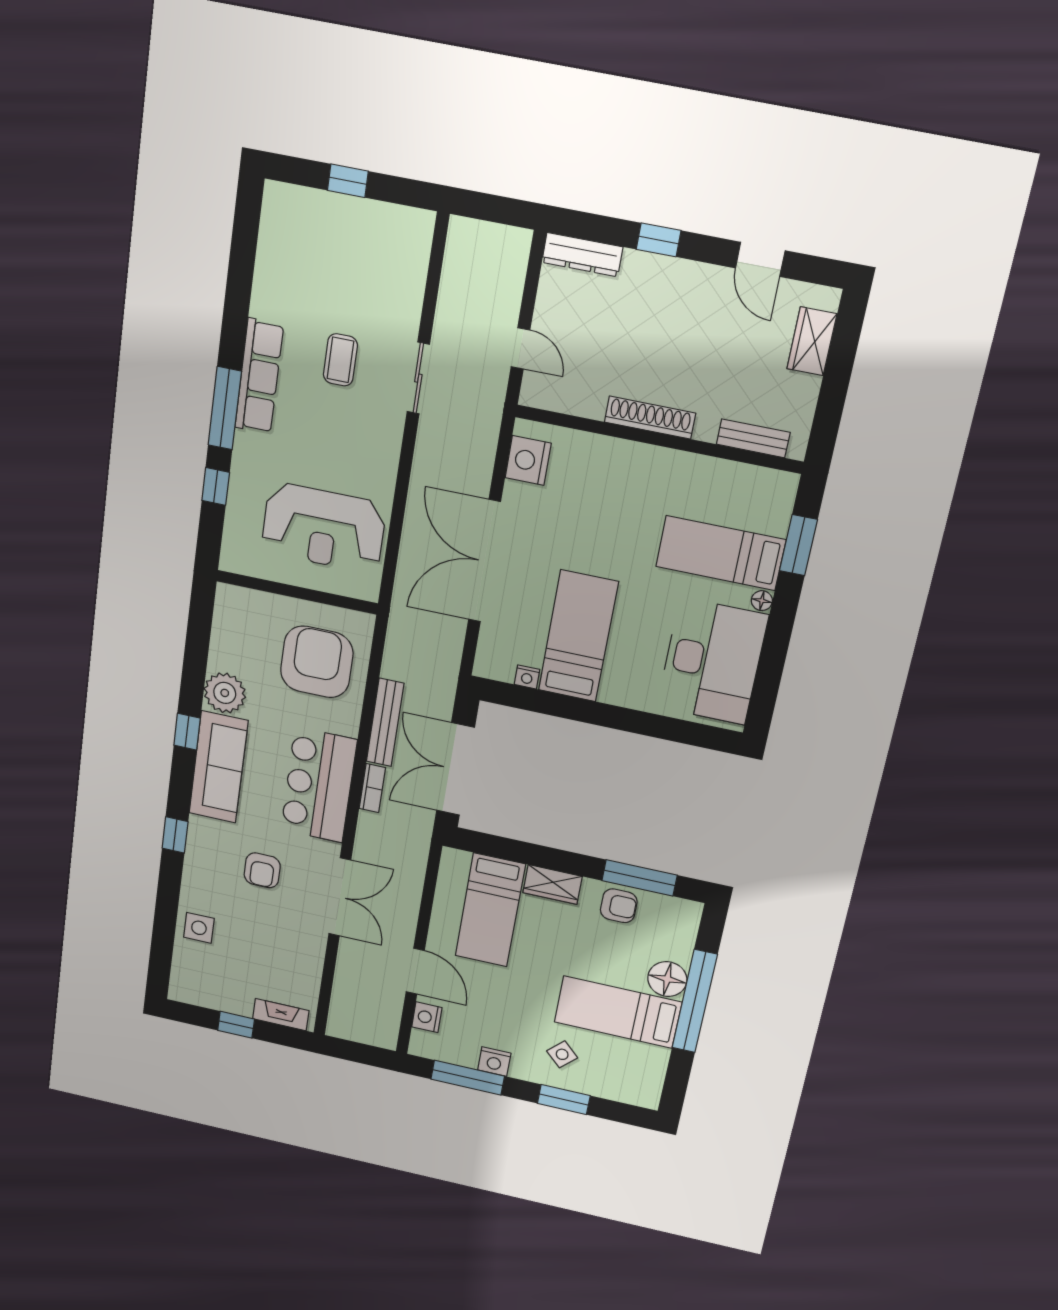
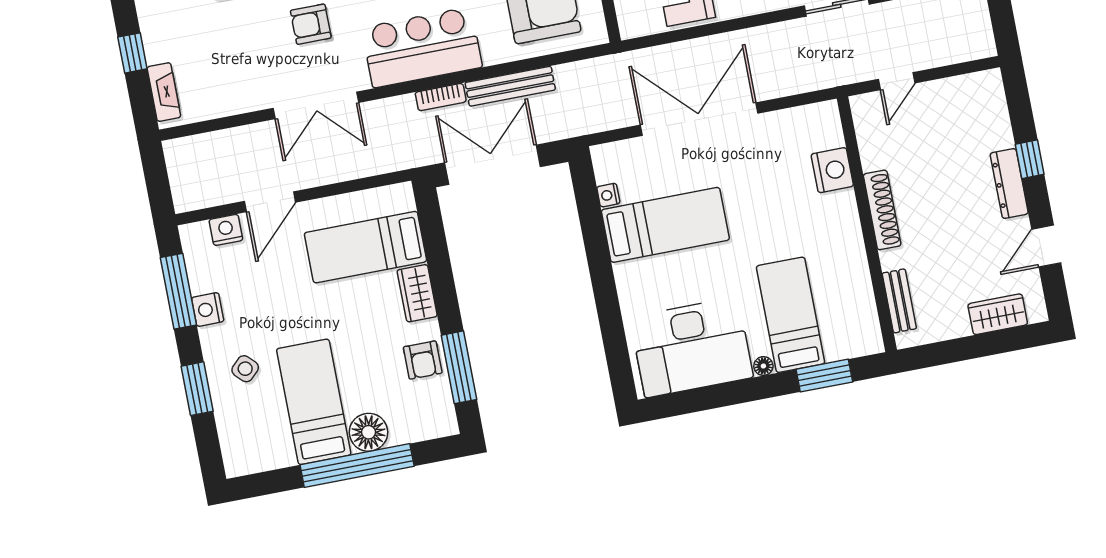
dresser: (582, 255) -> (1009, 183), moved
nightstand: (528, 460) -> (832, 170), moved, turned 90

